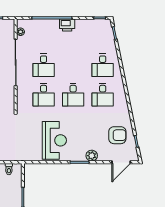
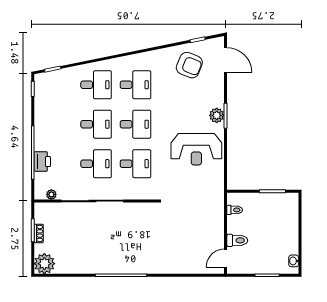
printer: (67, 25) -> (42, 162), moved
desk: (73, 65) -> (96, 124), added
armchair: (117, 135) -> (189, 65), turned 112
reception desk: (54, 140) -> (196, 149), turned 180
plant: (92, 156) -> (217, 115), moved

